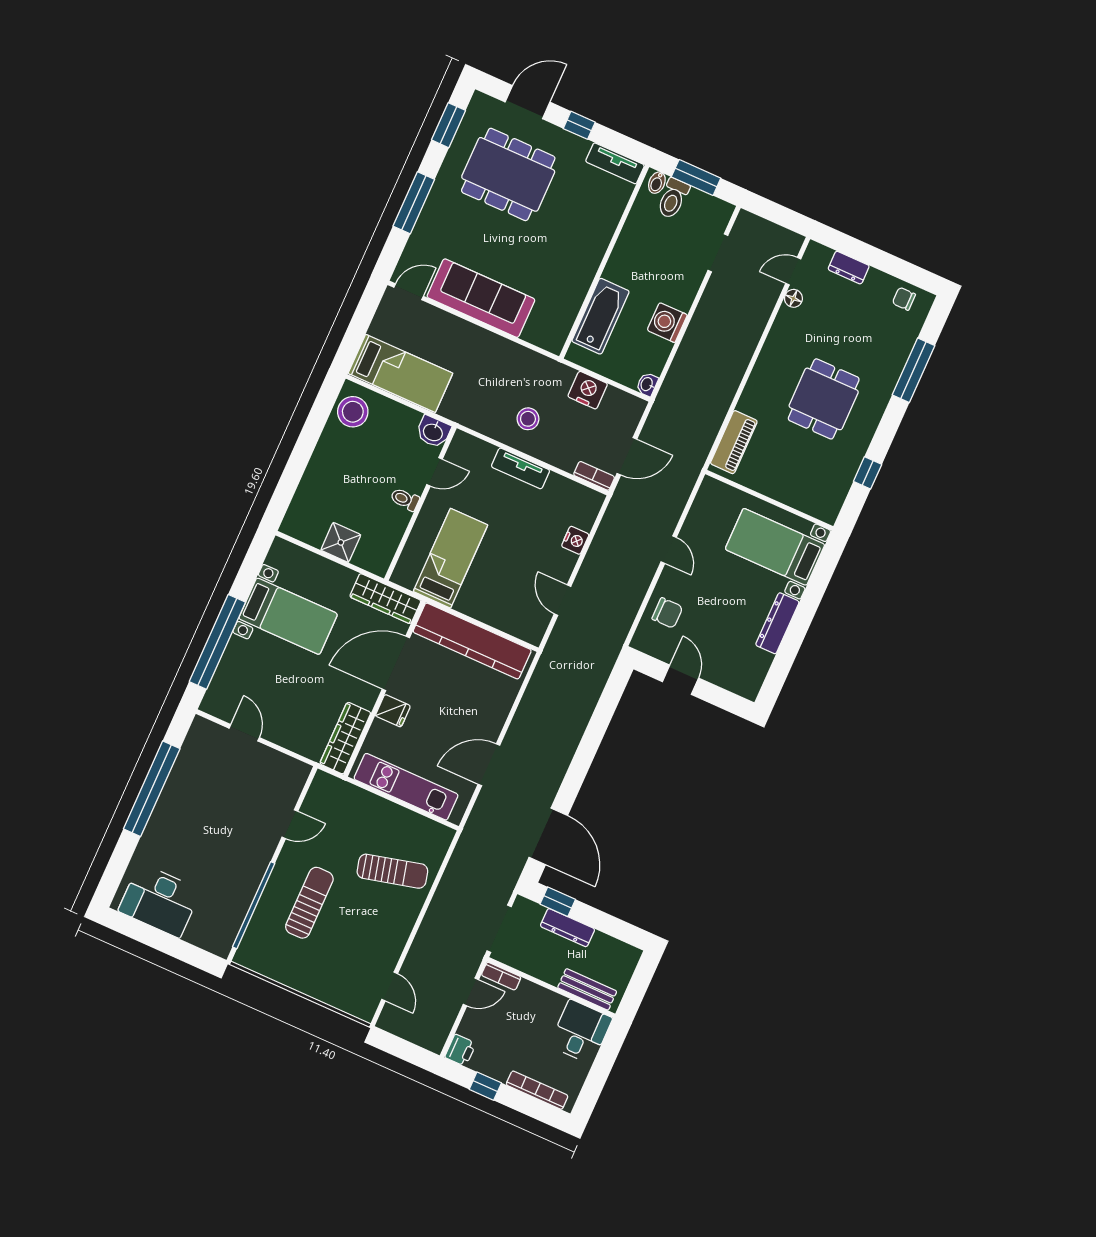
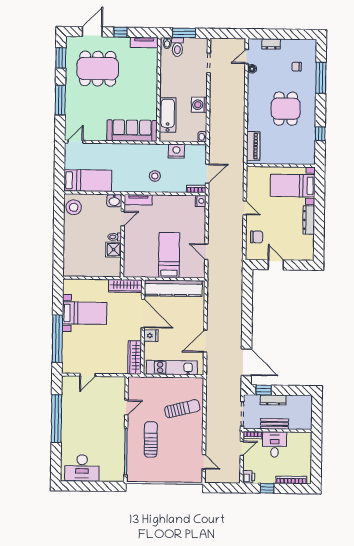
sofa: (481, 298) -> (132, 131), moved
chair: (904, 299) -> (297, 67), moved
tv unit: (521, 468) -> (138, 200), moved
nightstand: (575, 540) -> (201, 201), moved
shower: (341, 542) -> (114, 250), moved
bed: (450, 558) -> (169, 255), moved
door: (396, 663) -> (143, 313), swing flipped
door: (244, 733) -> (88, 375), swing flipped
bench: (587, 989) -> (275, 424), moved
desk: (581, 1032) -> (275, 444), moved

